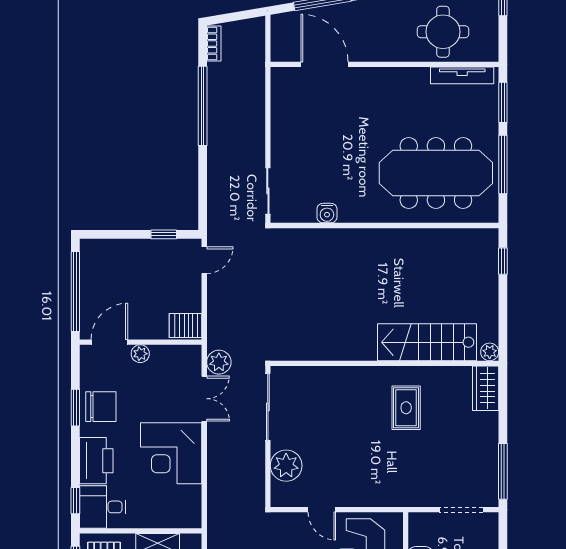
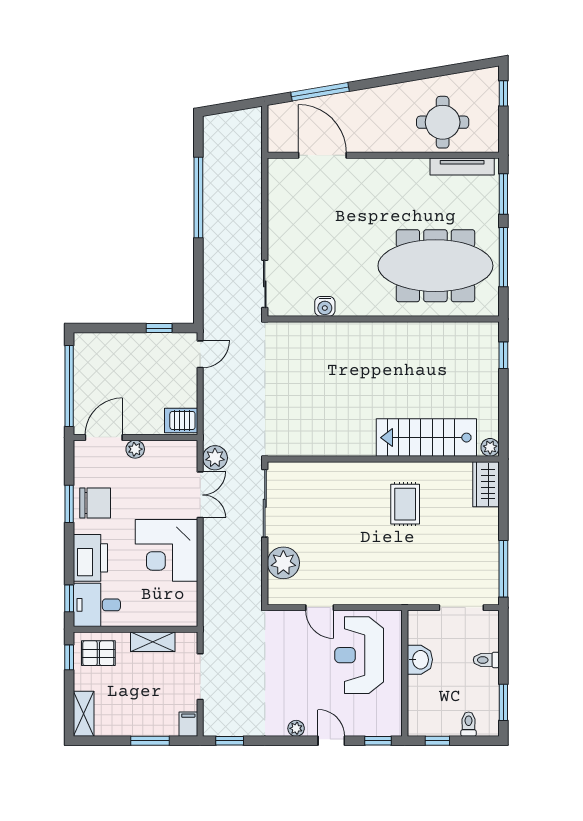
bookcase: (214, 44) -> (210, 134), removed

